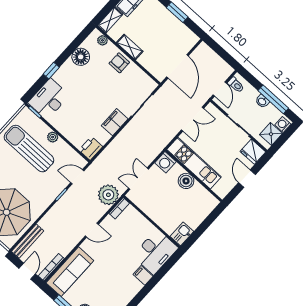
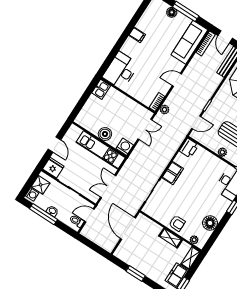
door: (220, 89) -> (90, 215), hinge flipped
plant: (108, 195) -> (165, 110), width x0.53, depth x0.53
filing cabinet: (143, 275) -> (137, 35), moved

